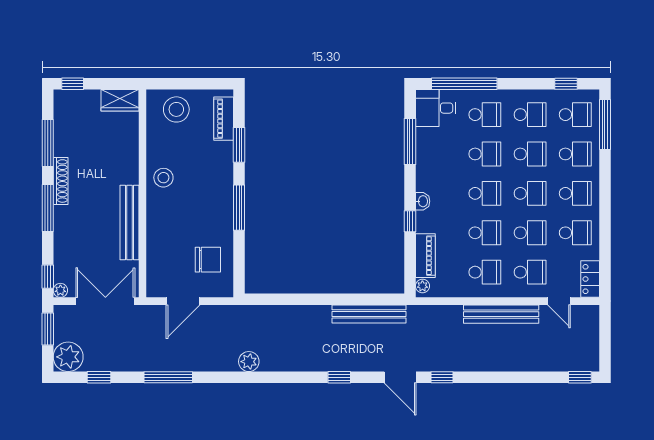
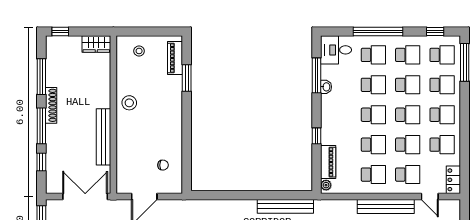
window: (464, 84) -> (378, 31), moved
stool: (176, 109) -> (139, 51), width x0.53, depth x0.53
washbasin: (423, 201) -> (326, 87), moved
window: (239, 208) -> (187, 126), removed
chair: (208, 260) -> (163, 165), width x0.54, depth x0.54
window: (48, 277) -> (41, 162), moved
plant: (60, 290) -> (51, 188), removed

